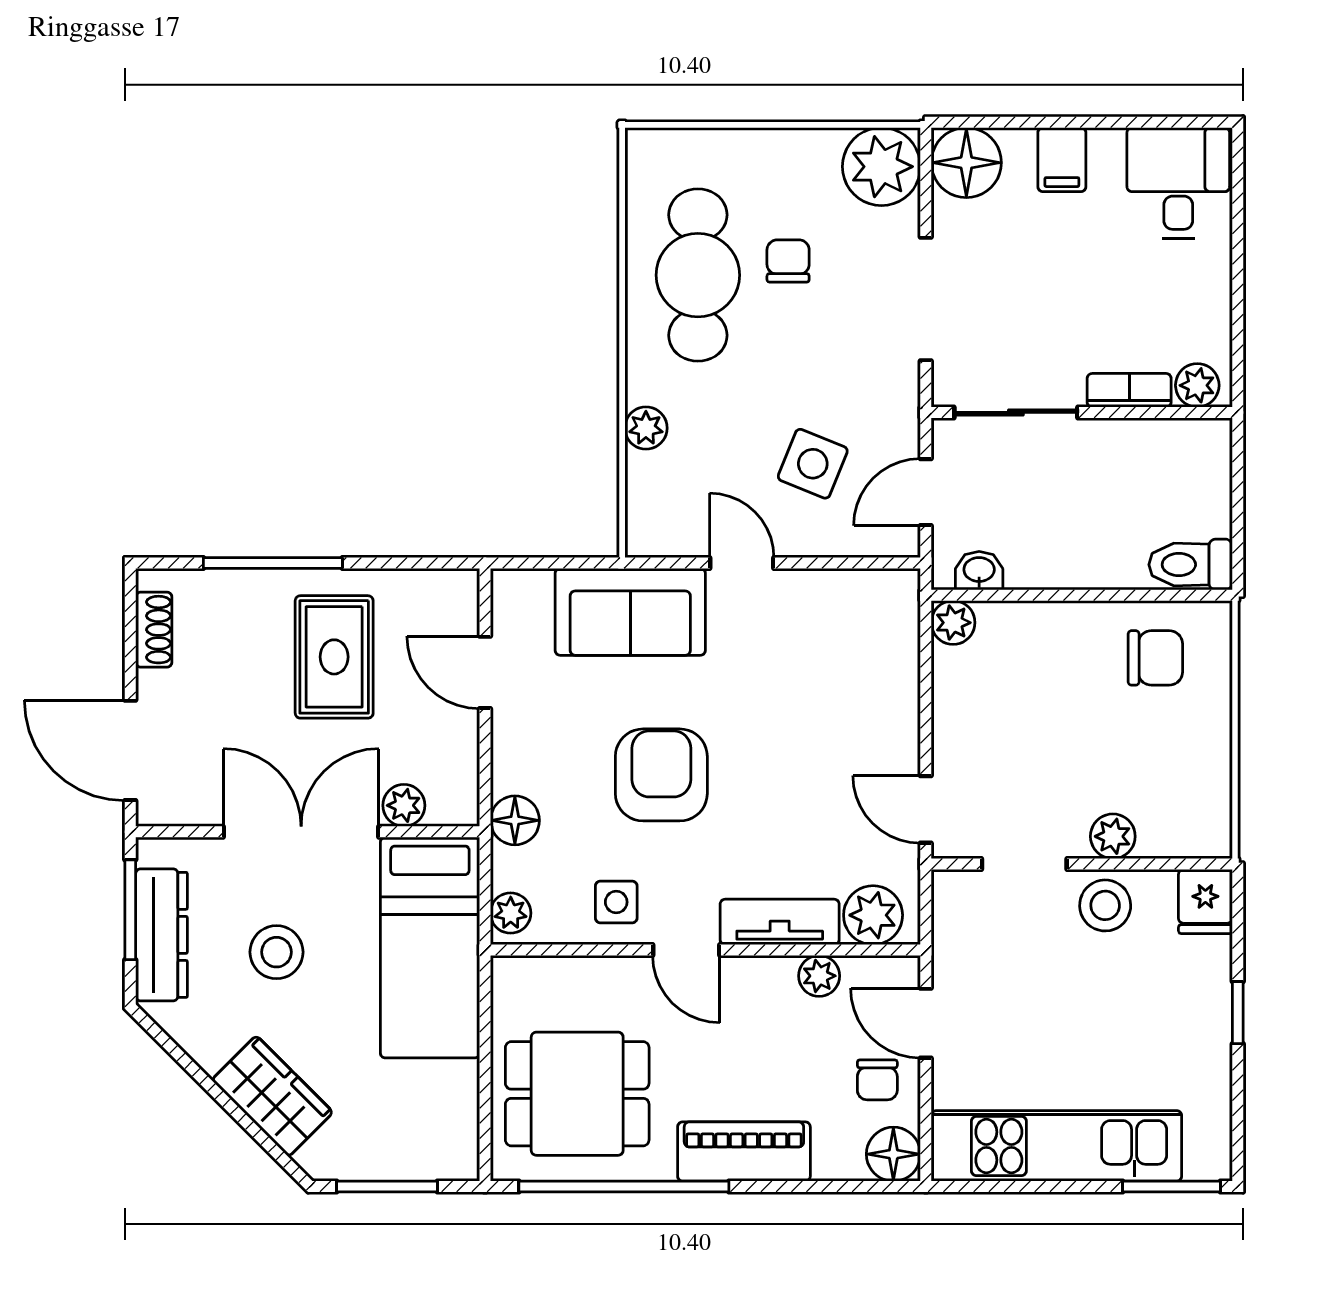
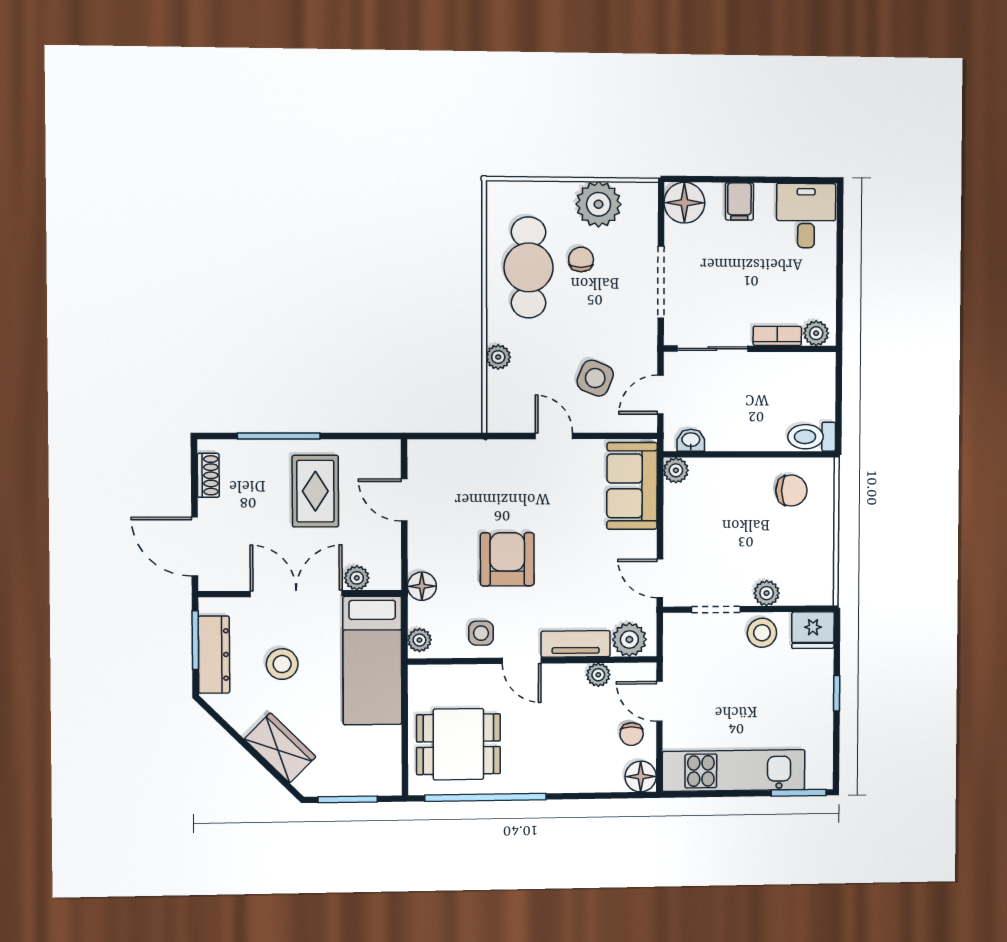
plant: (881, 167) -> (599, 204), moved
sofa: (630, 612) -> (632, 486), moved, turned 90
fridge: (1205, 901) -> (813, 630), width x1.38
piano: (744, 1152) -> (555, 776), removed

